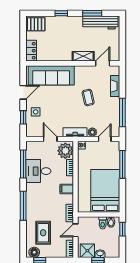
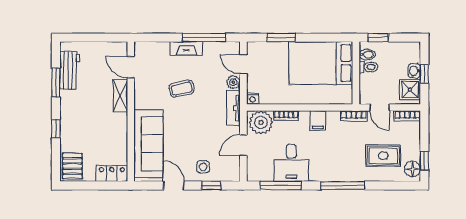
workbench: (100, 22) -> (70, 70), width x0.73
fireplace: (115, 86) -> (186, 48), moved
window: (122, 164) -> (281, 38), width x0.69

